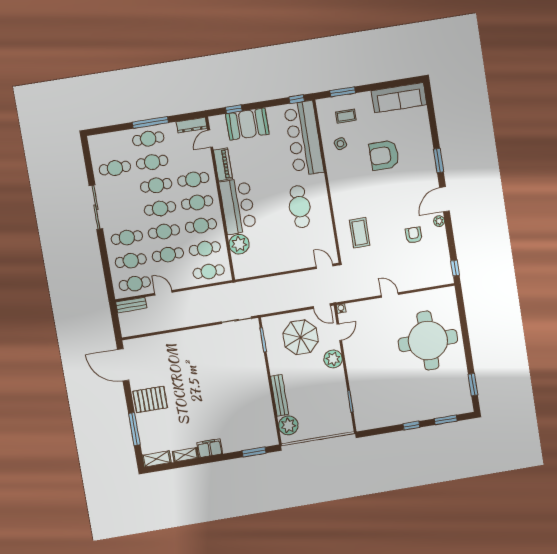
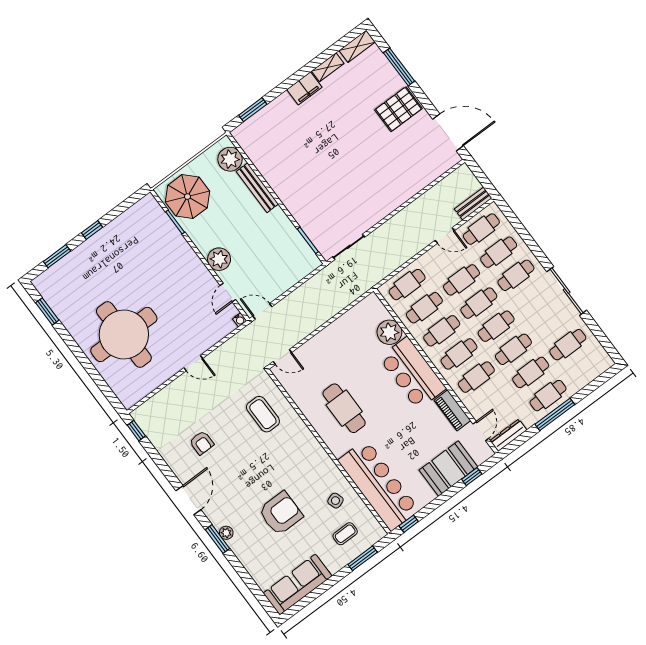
plant: (439, 221) -> (226, 533), moved
parasol: (301, 337) -> (187, 197), moved

